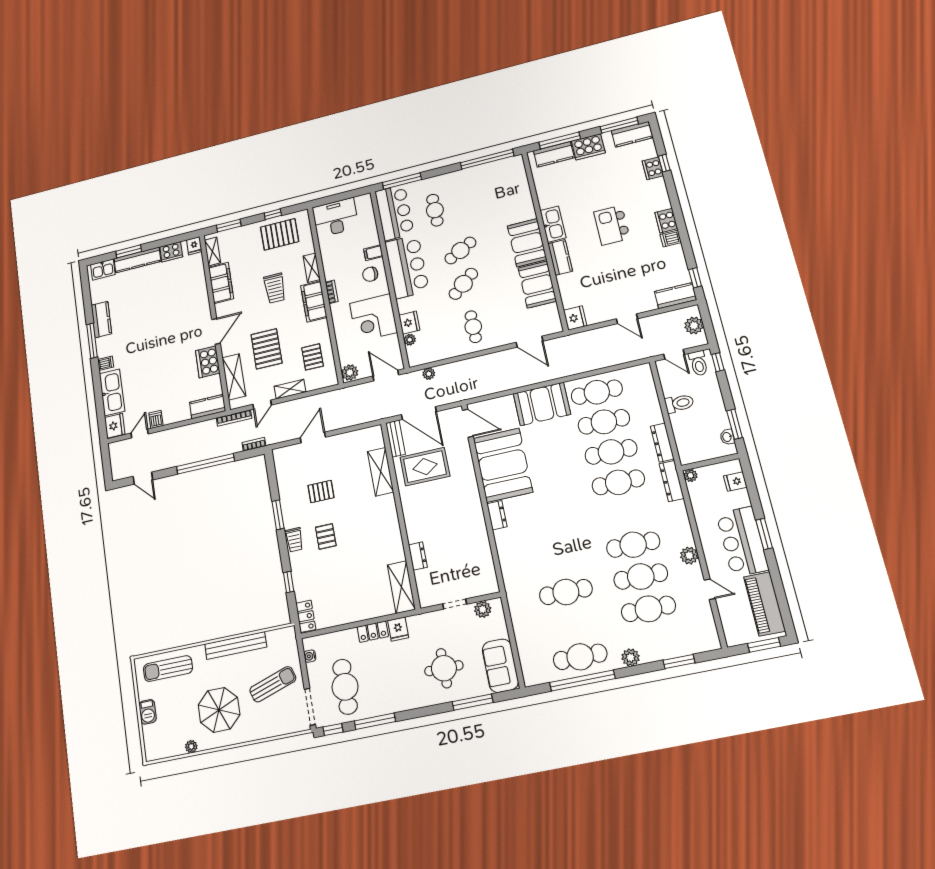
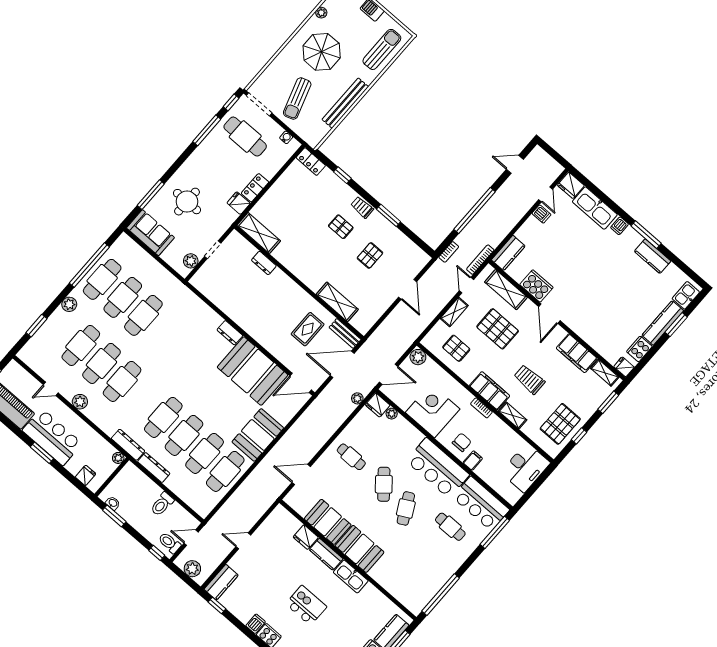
fridge: (575, 318) -> (306, 537), moved
fridge: (409, 323) -> (378, 405), moved
rug: (425, 467) -> (308, 329), width x0.73, depth x0.70
cafe table: (573, 624) -> (123, 297), added

